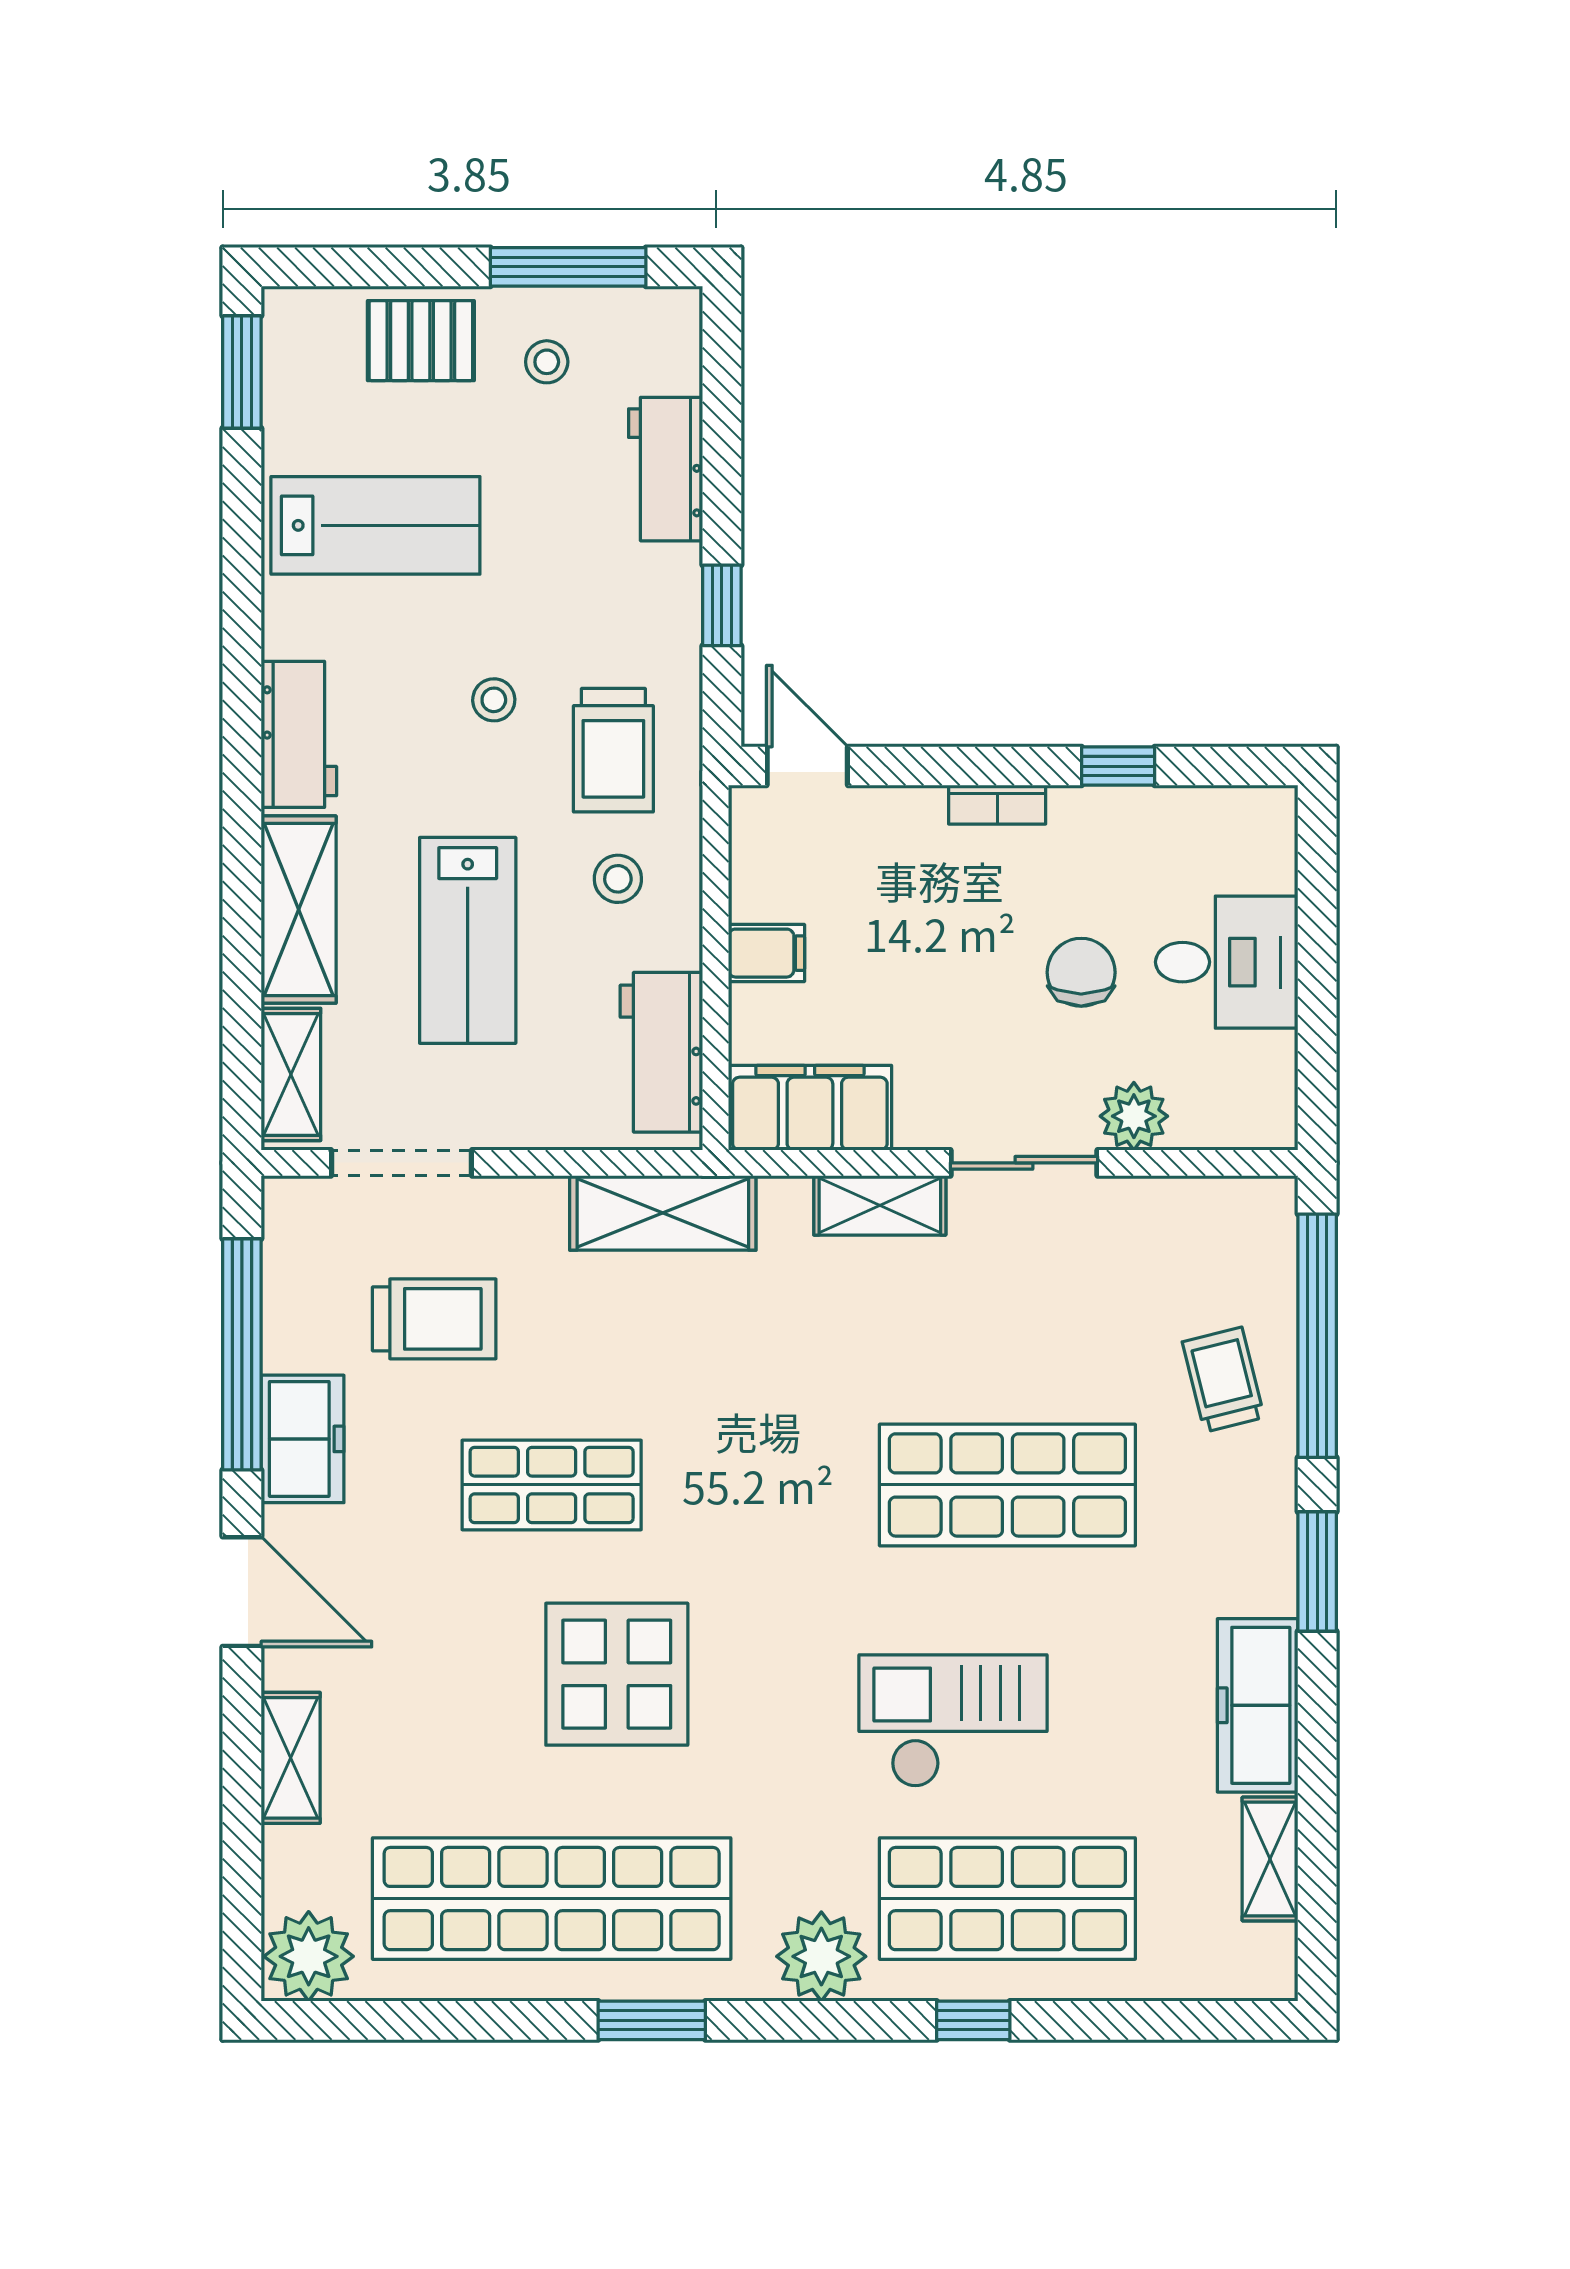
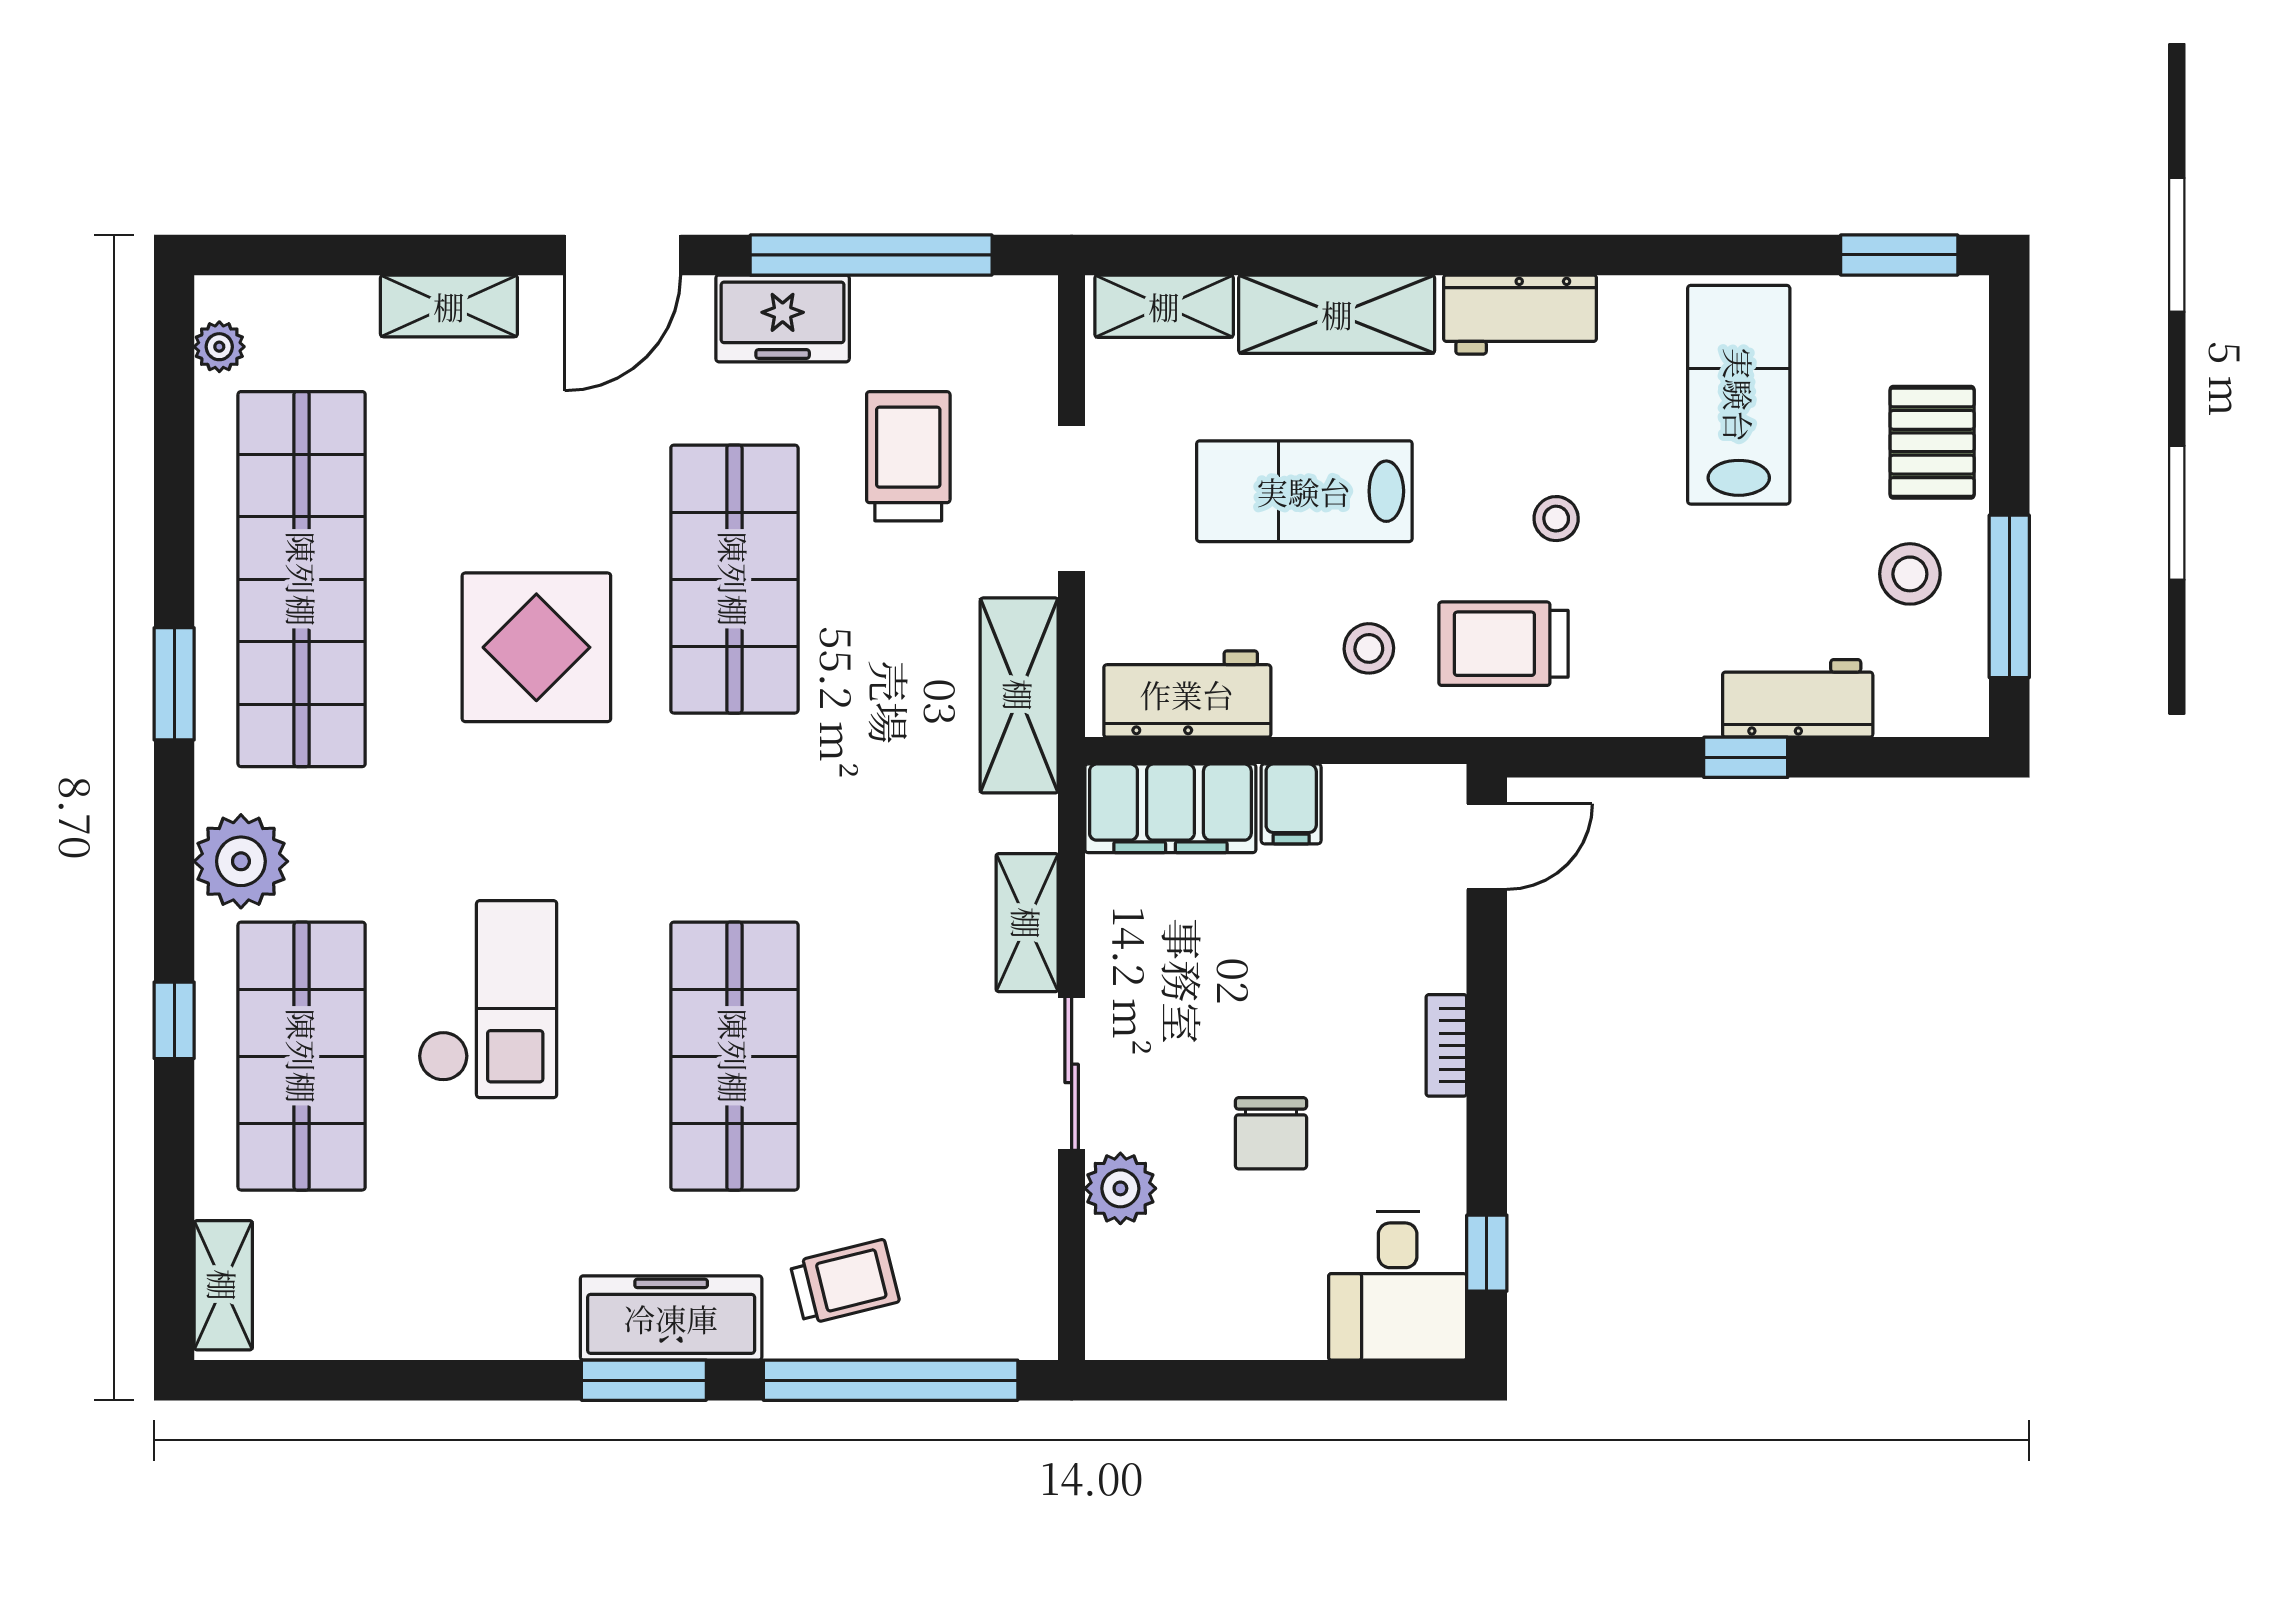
stool: (547, 362) -> (1910, 574), width x1.37, depth x1.37
lab bench: (375, 525) -> (1739, 395), turned 180
window: (722, 605) -> (1746, 757), moved
window: (1118, 766) -> (1487, 1253), moved
desk: (1227, 962) -> (1398, 1286), moved
chair: (1081, 972) -> (1271, 1133), turned 90
filing cabinet: (810, 1108) -> (1170, 808), moved, turned 90
doorway: (402, 1163) -> (1072, 499), moved
trolley: (434, 1319) -> (908, 456), turned 180
shop shelf: (552, 1485) -> (734, 579), width x1.43, depth x1.36
freezer: (1258, 1705) -> (671, 1318), moved
shelving: (1270, 1859) -> (223, 1285), moved, turned 90
plant: (309, 1956) -> (219, 347), width x0.53, depth x0.53

